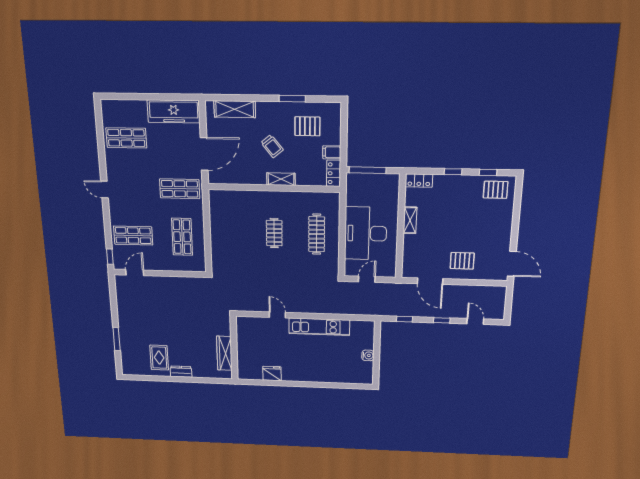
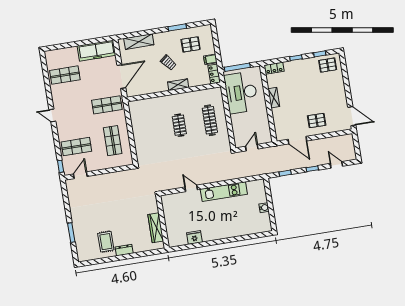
desk: (366, 233) -> (241, 93), moved

